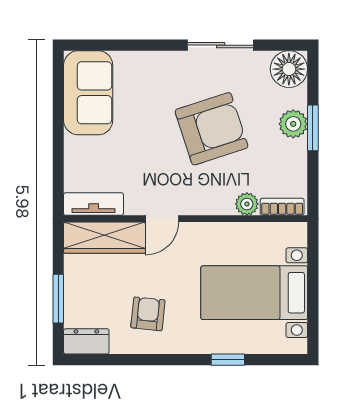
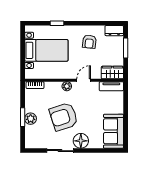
floor lamp: (289, 69) -> (81, 141), moved
plant: (247, 204) -> (67, 86), moved
wardrobe: (105, 238) -> (112, 73), width x0.67

